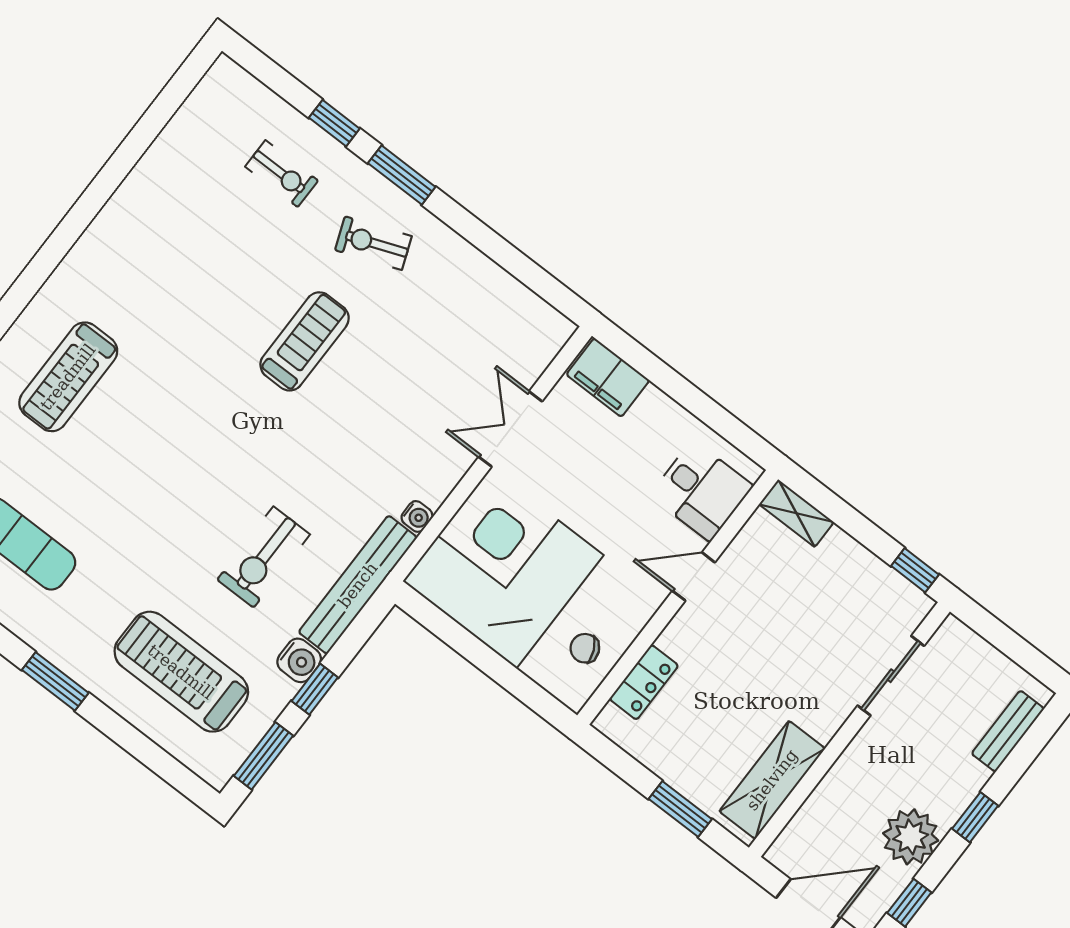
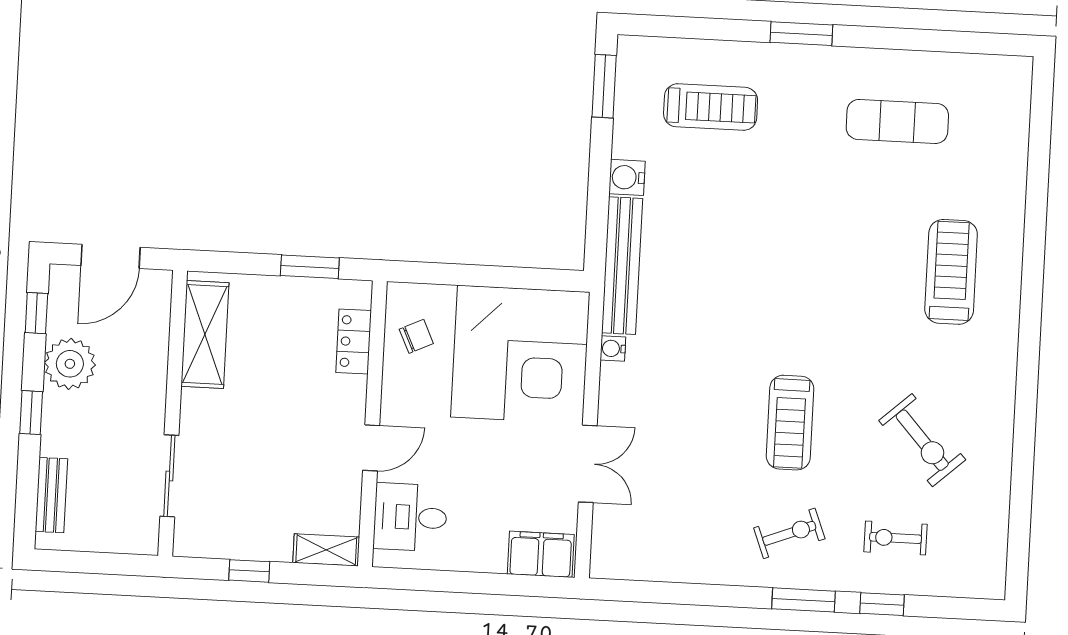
exercise bike: (263, 557) -> (922, 440), moved, turned 138
window: (915, 570) -> (249, 571), moved
treadmill: (181, 672) -> (711, 107), width x0.73, depth x0.73
window: (315, 689) -> (600, 164), removed
window: (680, 809) -> (310, 267), moved

